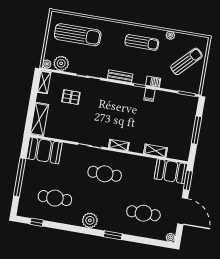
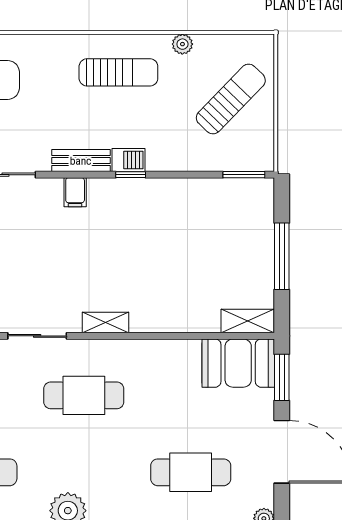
barbecue: (153, 82) -> (128, 160), moved
filing cabinet: (149, 95) -> (75, 192), moved
shelving: (156, 151) -> (248, 321), moved

